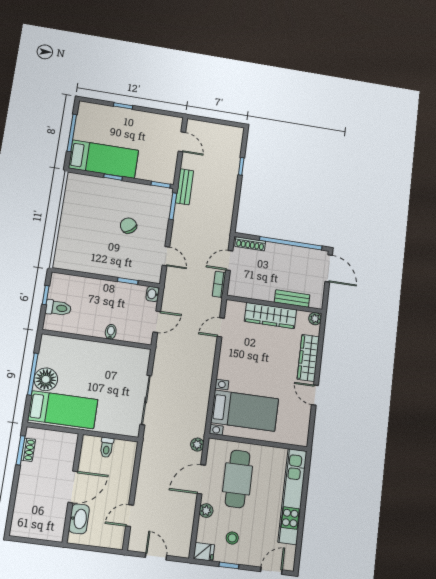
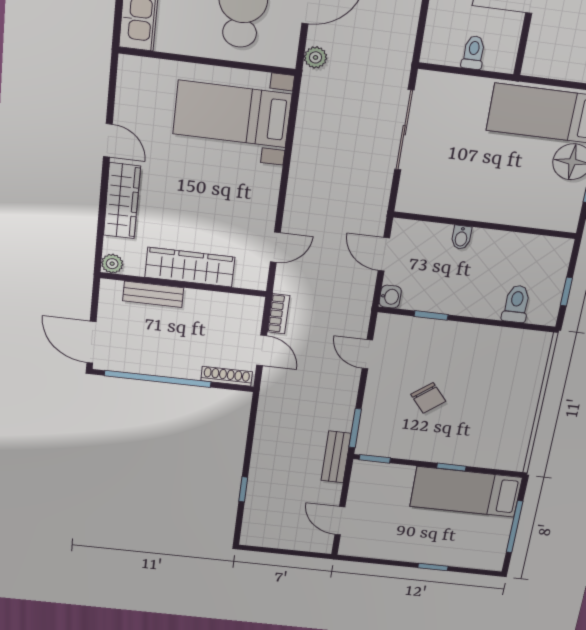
door: (229, 260) -> (262, 350), hinge flipped
toilet: (58, 308) -> (516, 304), moved, turned 90
door: (157, 322) -> (384, 254), hinge flipped

